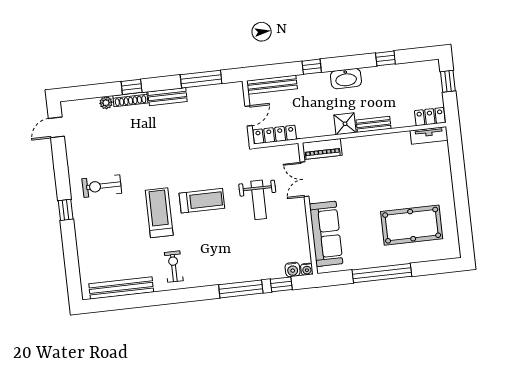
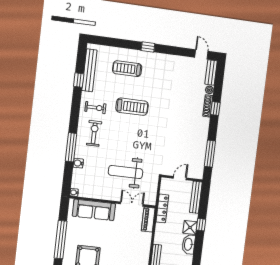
bench: (168, 97) -> (211, 72), moved
door: (249, 116) -> (180, 178), swing flipped
shower: (345, 124) -> (190, 228), moved
locker: (275, 135) -> (162, 208), moved
exercise bike: (102, 186) -> (94, 133), moved
weight bench: (259, 200) -> (125, 172), width x1.36, depth x1.33
treadmill: (202, 201) -> (127, 69), moved, turned 90
water cooler: (293, 270) -> (78, 163), moved
window: (281, 284) -> (79, 80), moved

